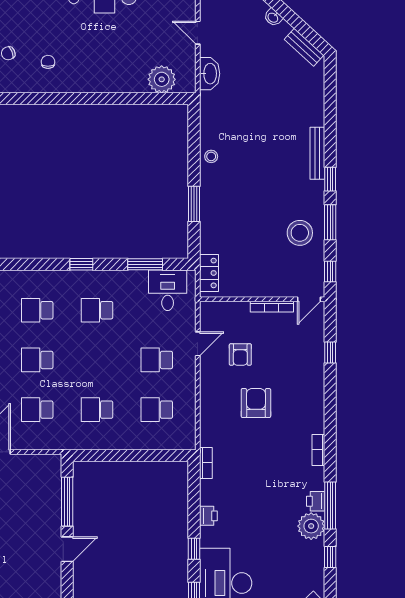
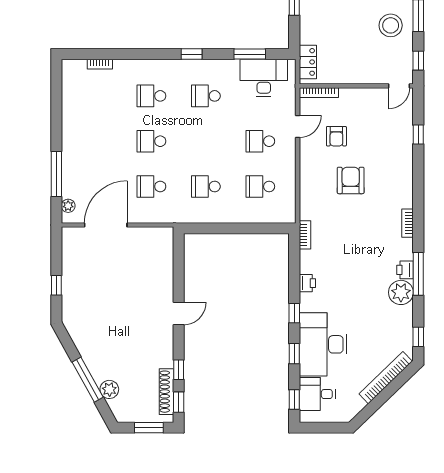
desk: (168, 290) -> (264, 78), width x1.37
bookcase: (272, 307) -> (319, 93), moved
window: (67, 502) -> (179, 270), removed
window: (330, 557) -> (418, 337), moved

